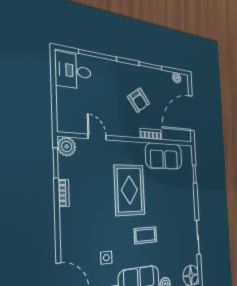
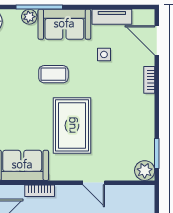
door: (97, 137) -> (94, 183), moved
bookcase: (64, 193) -> (149, 80), moved

